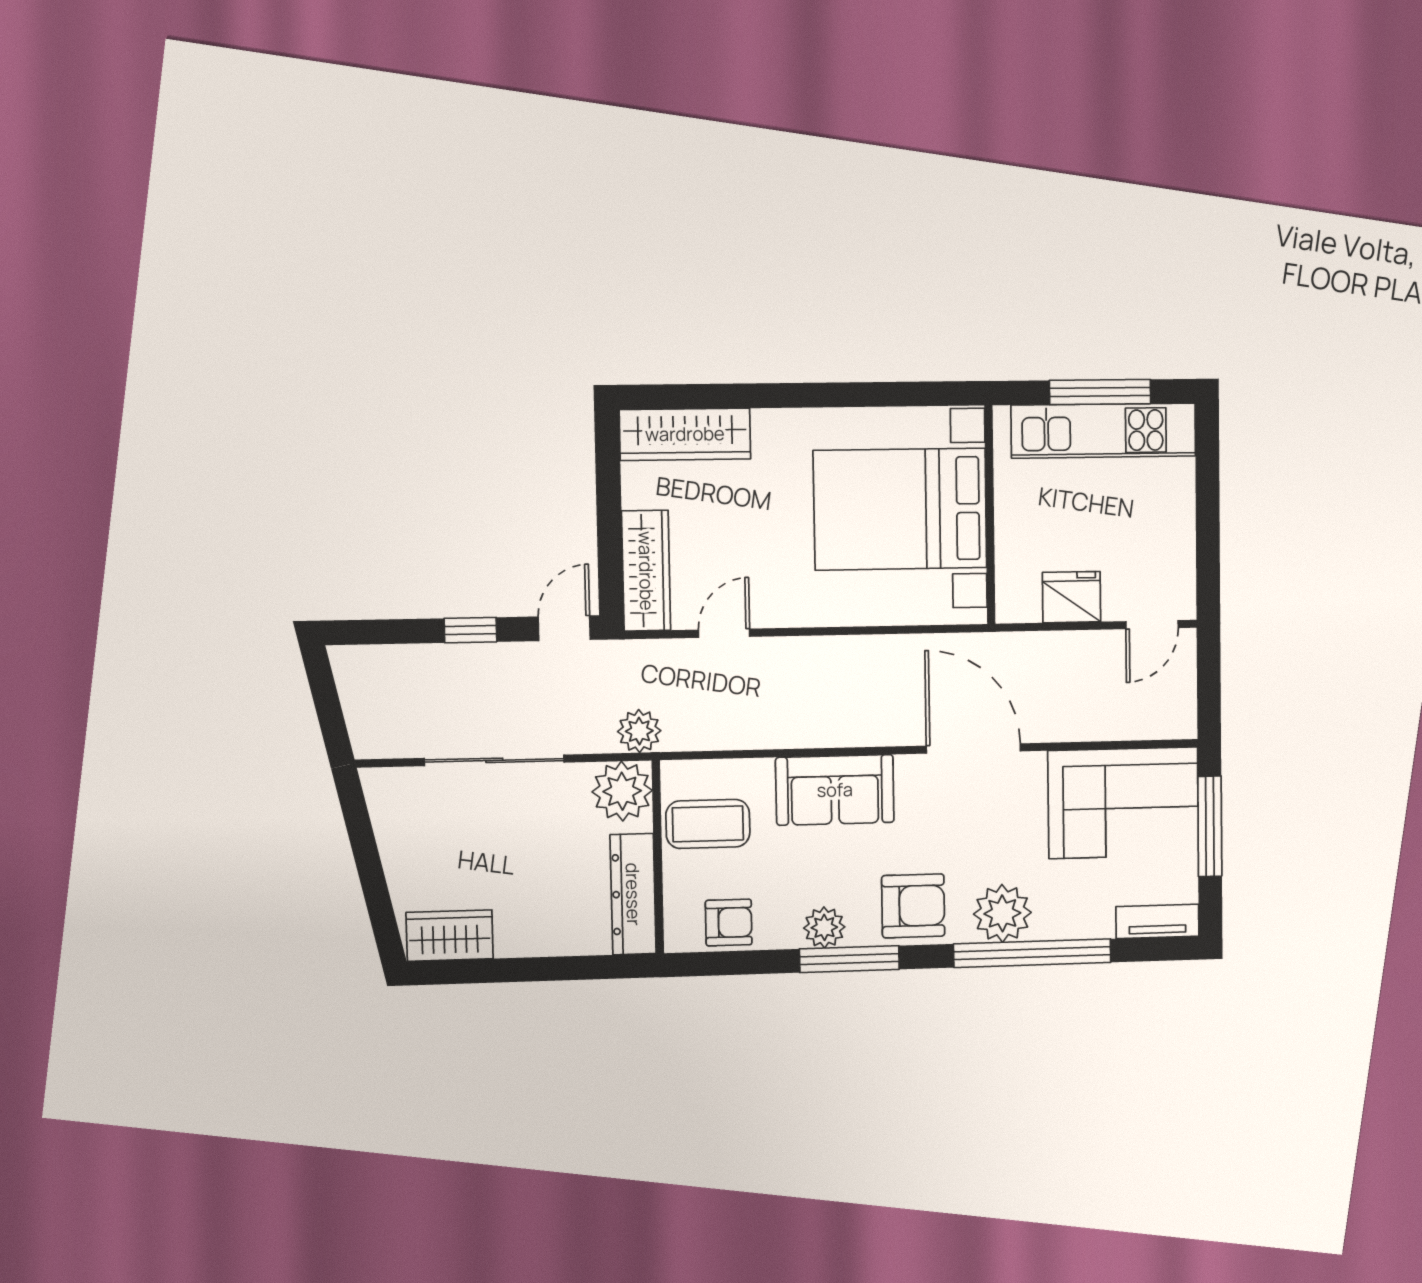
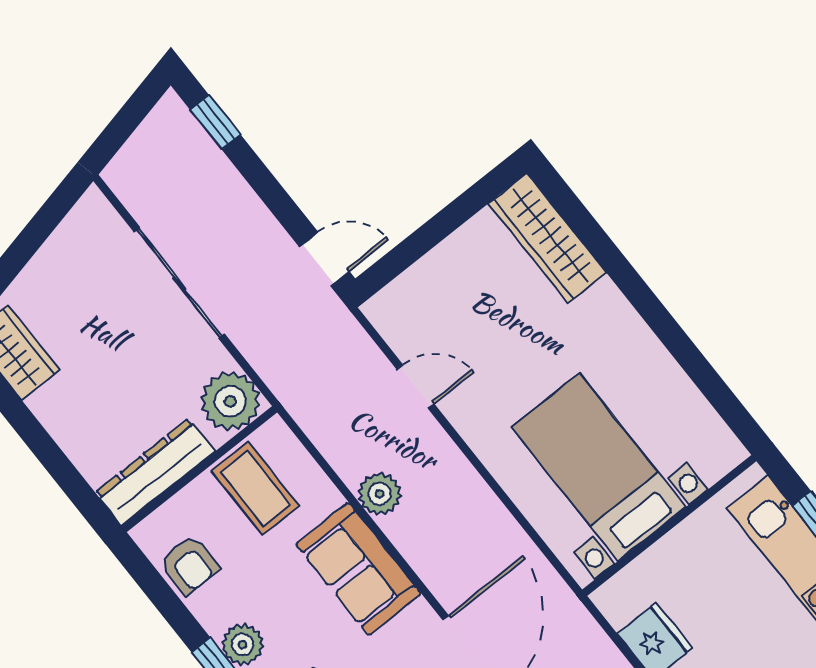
bed with nightstands: (900, 509) -> (599, 467), width x0.73
wardrobe: (646, 571) -> (418, 288), removed
window: (470, 630) -> (215, 122), moved
plant: (639, 731) -> (380, 494), moved

